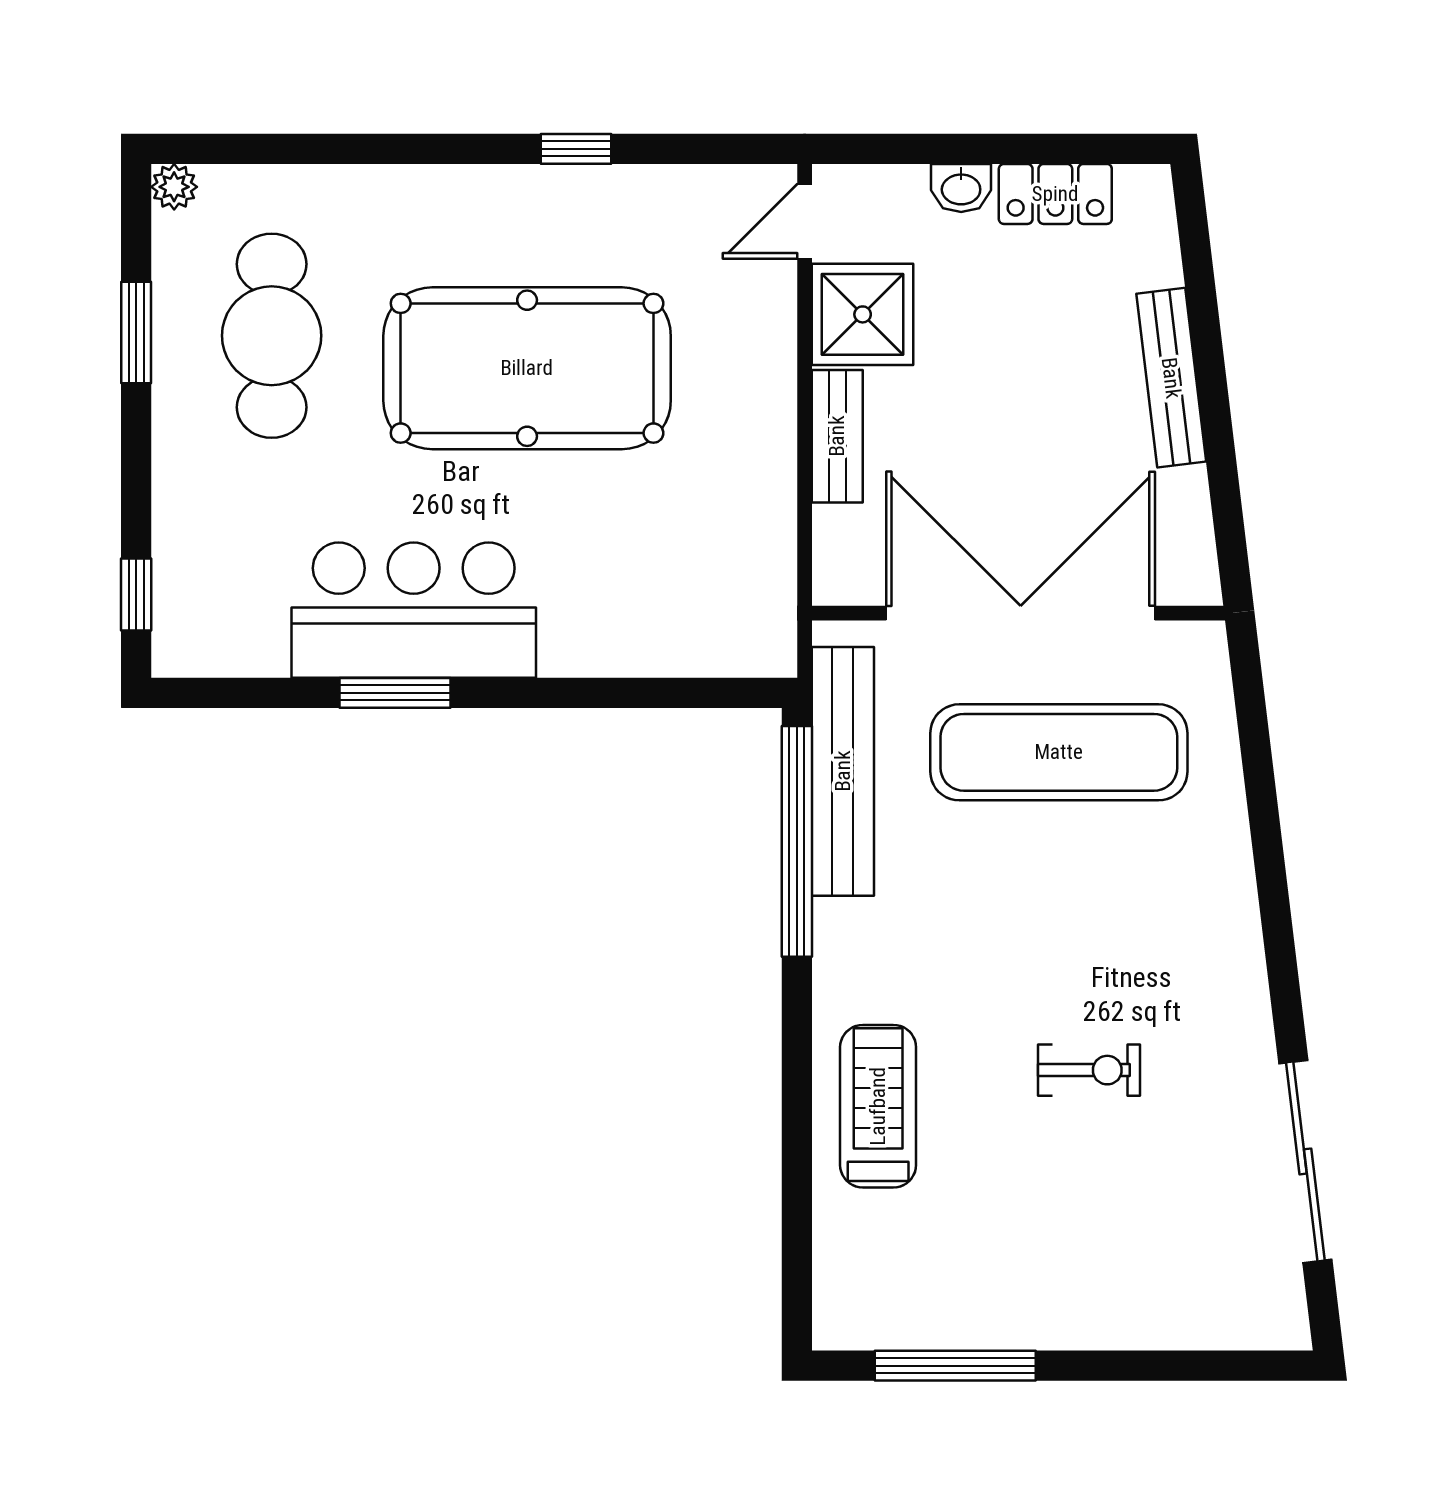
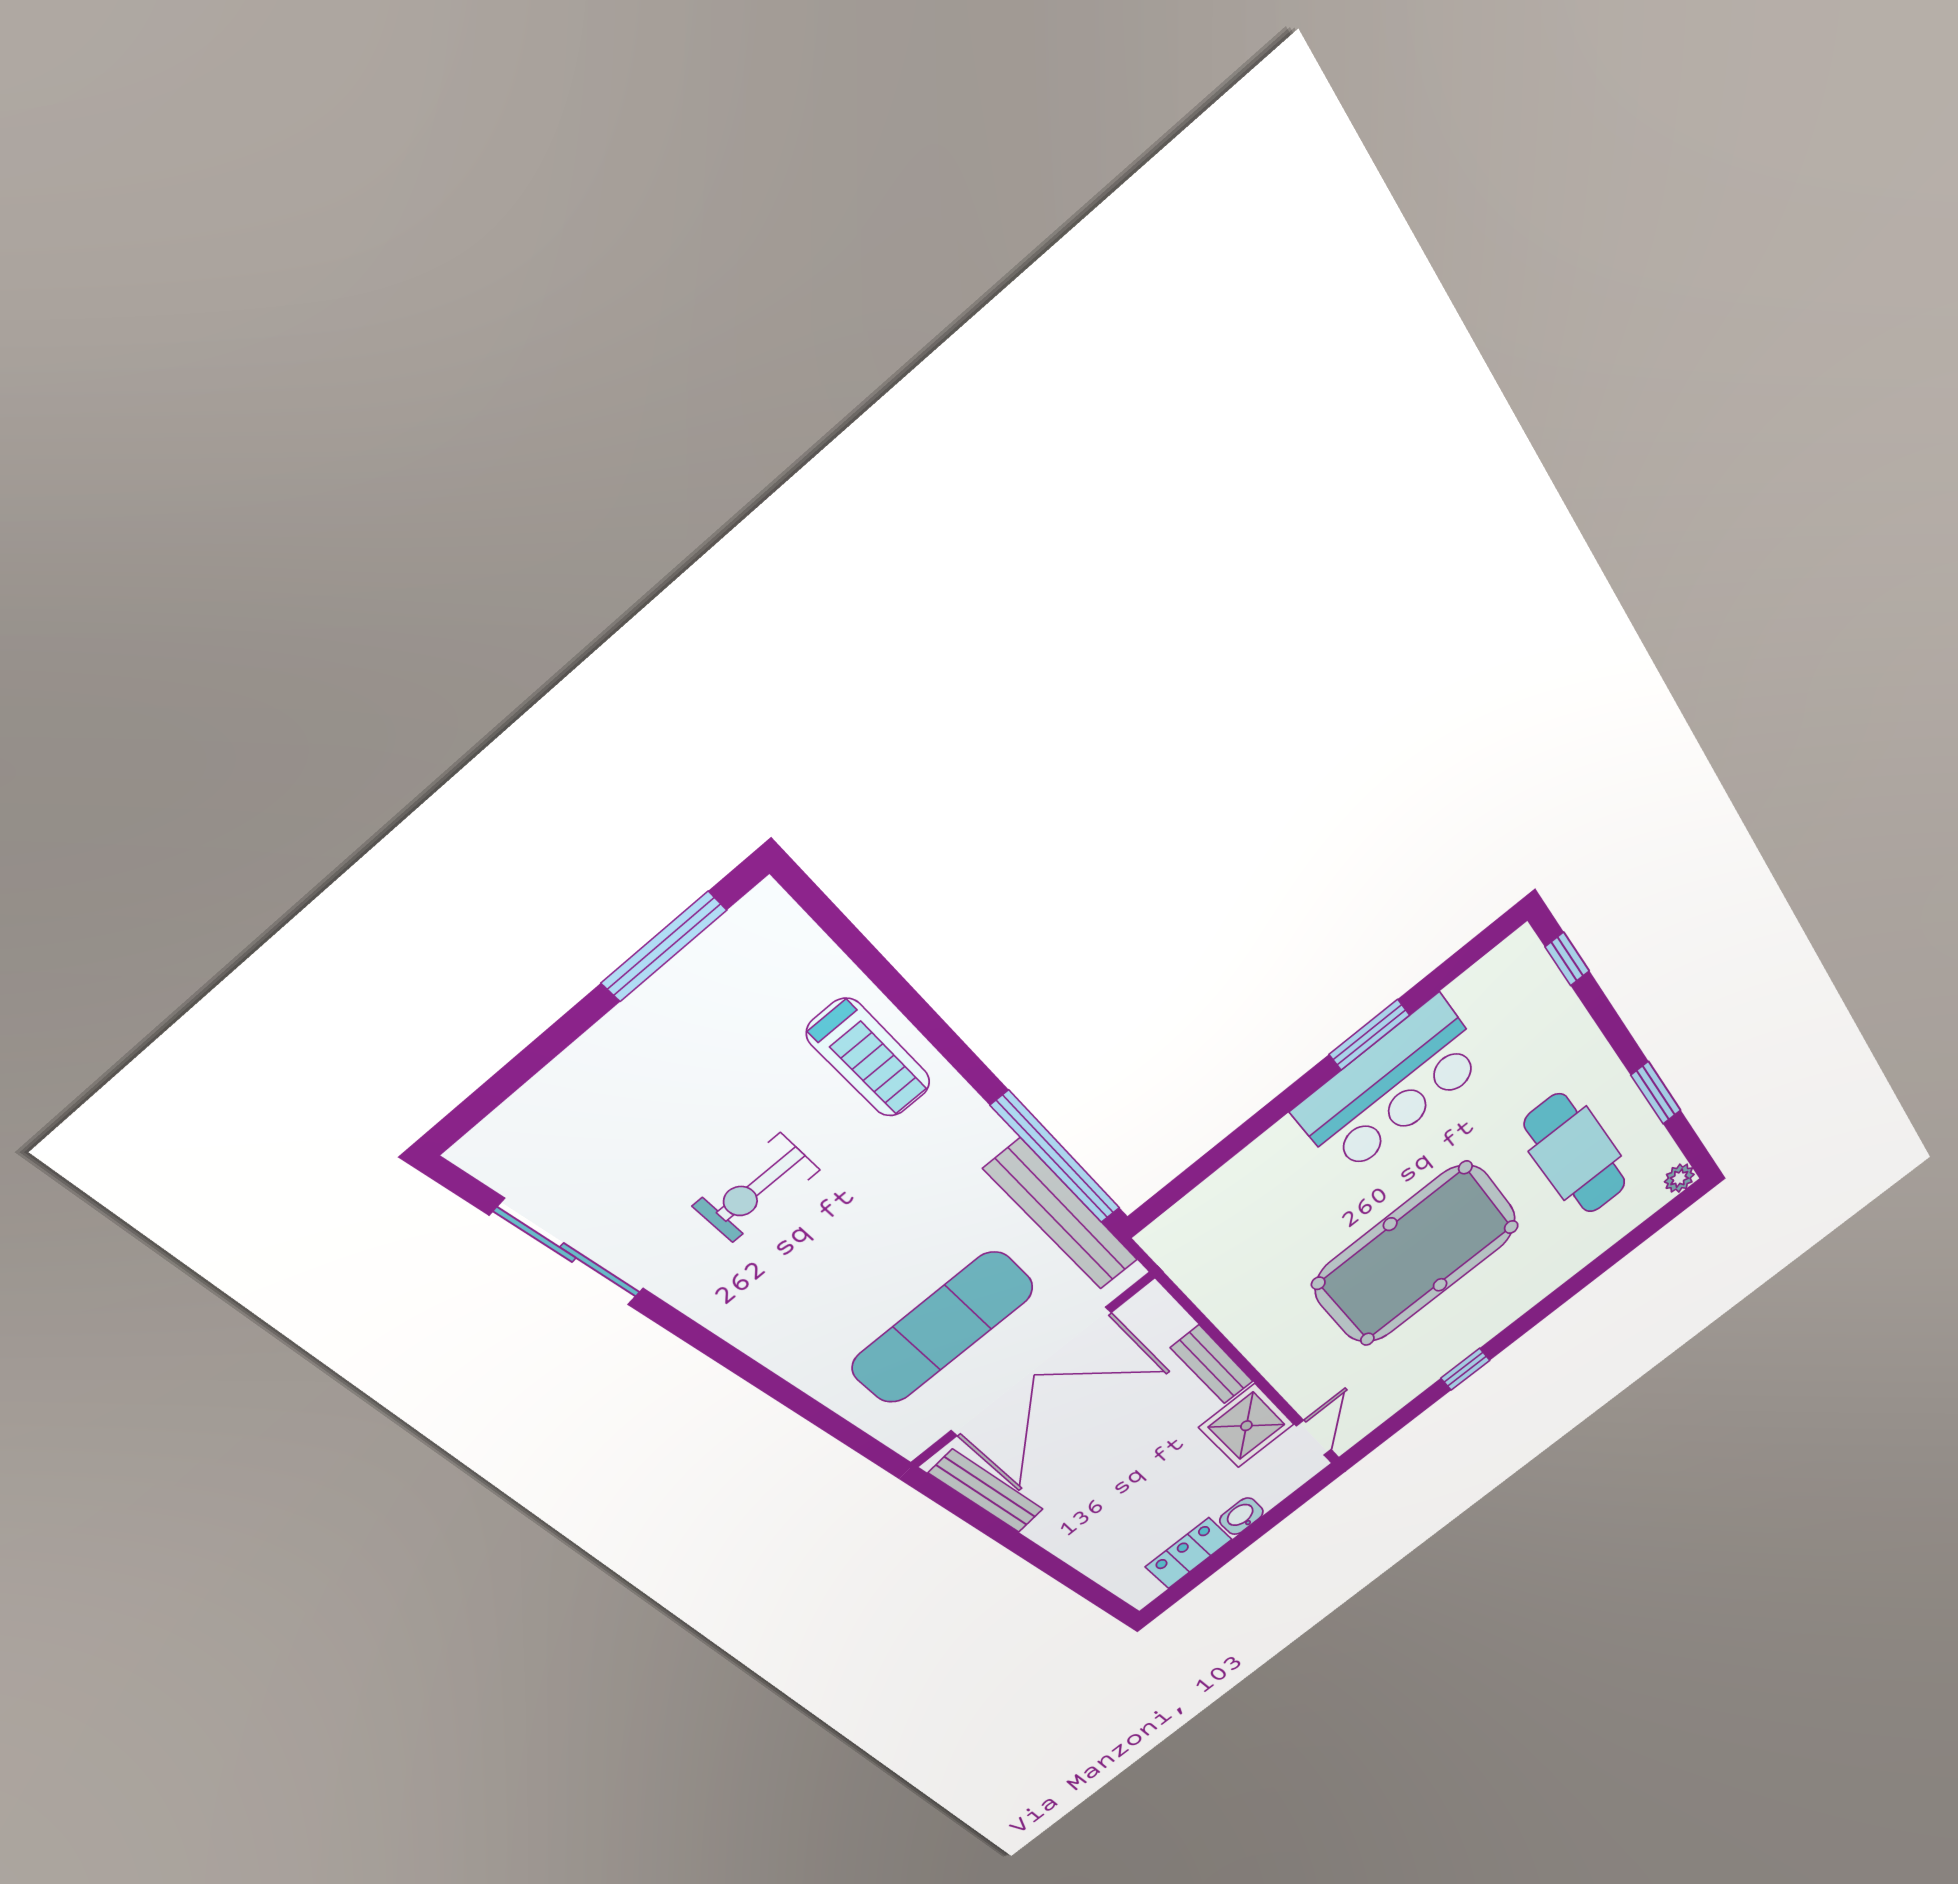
bench: (1171, 378) -> (986, 1491), moved
exercise bike: (1089, 1070) -> (756, 1188), width x1.38, depth x1.39

